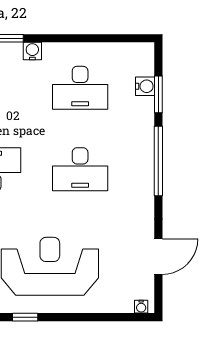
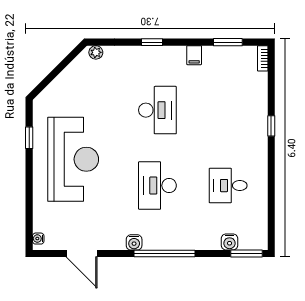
water cooler: (32, 51) -> (134, 242), moved, turned 90
desk: (80, 88) -> (228, 186), width x0.73
window: (158, 94) -> (246, 254), moved

